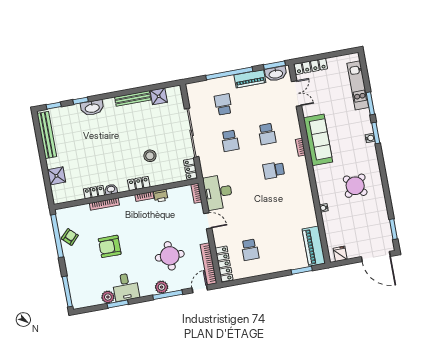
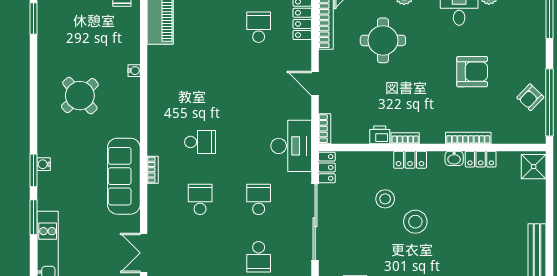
stool: (128, 145) -> (415, 222), added
shower: (56, 176) -> (534, 167), moved
desk: (218, 192) -> (291, 146), moved

